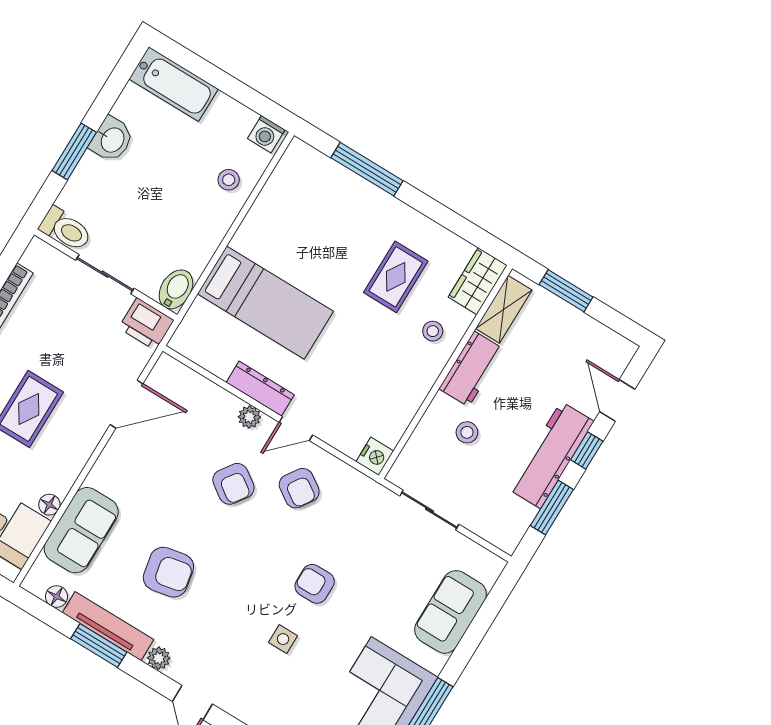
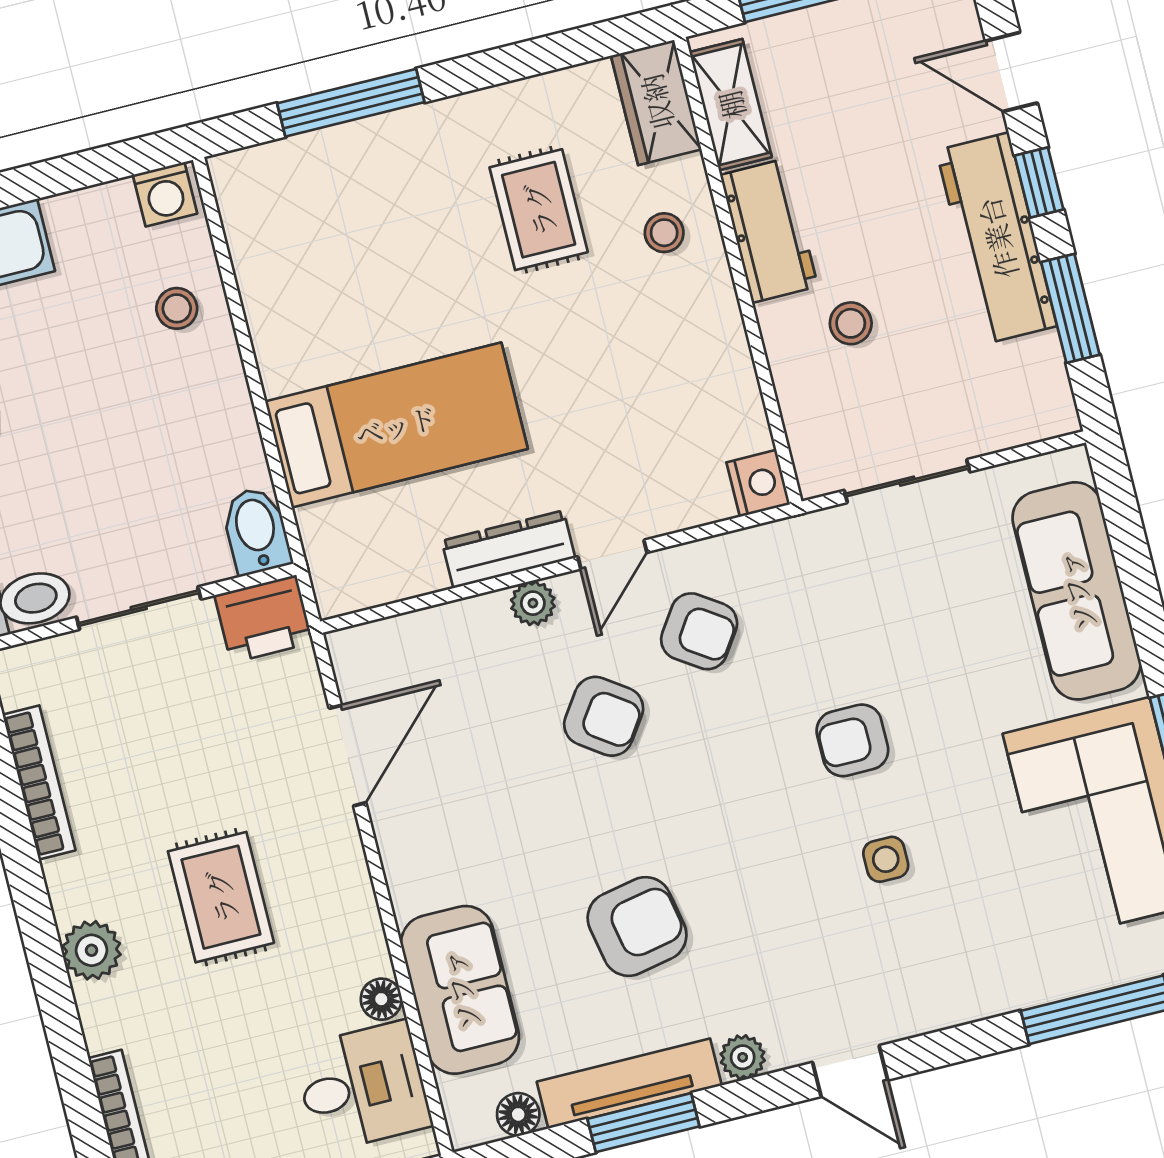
sofa: (450, 612) -> (1076, 591), width x1.36

